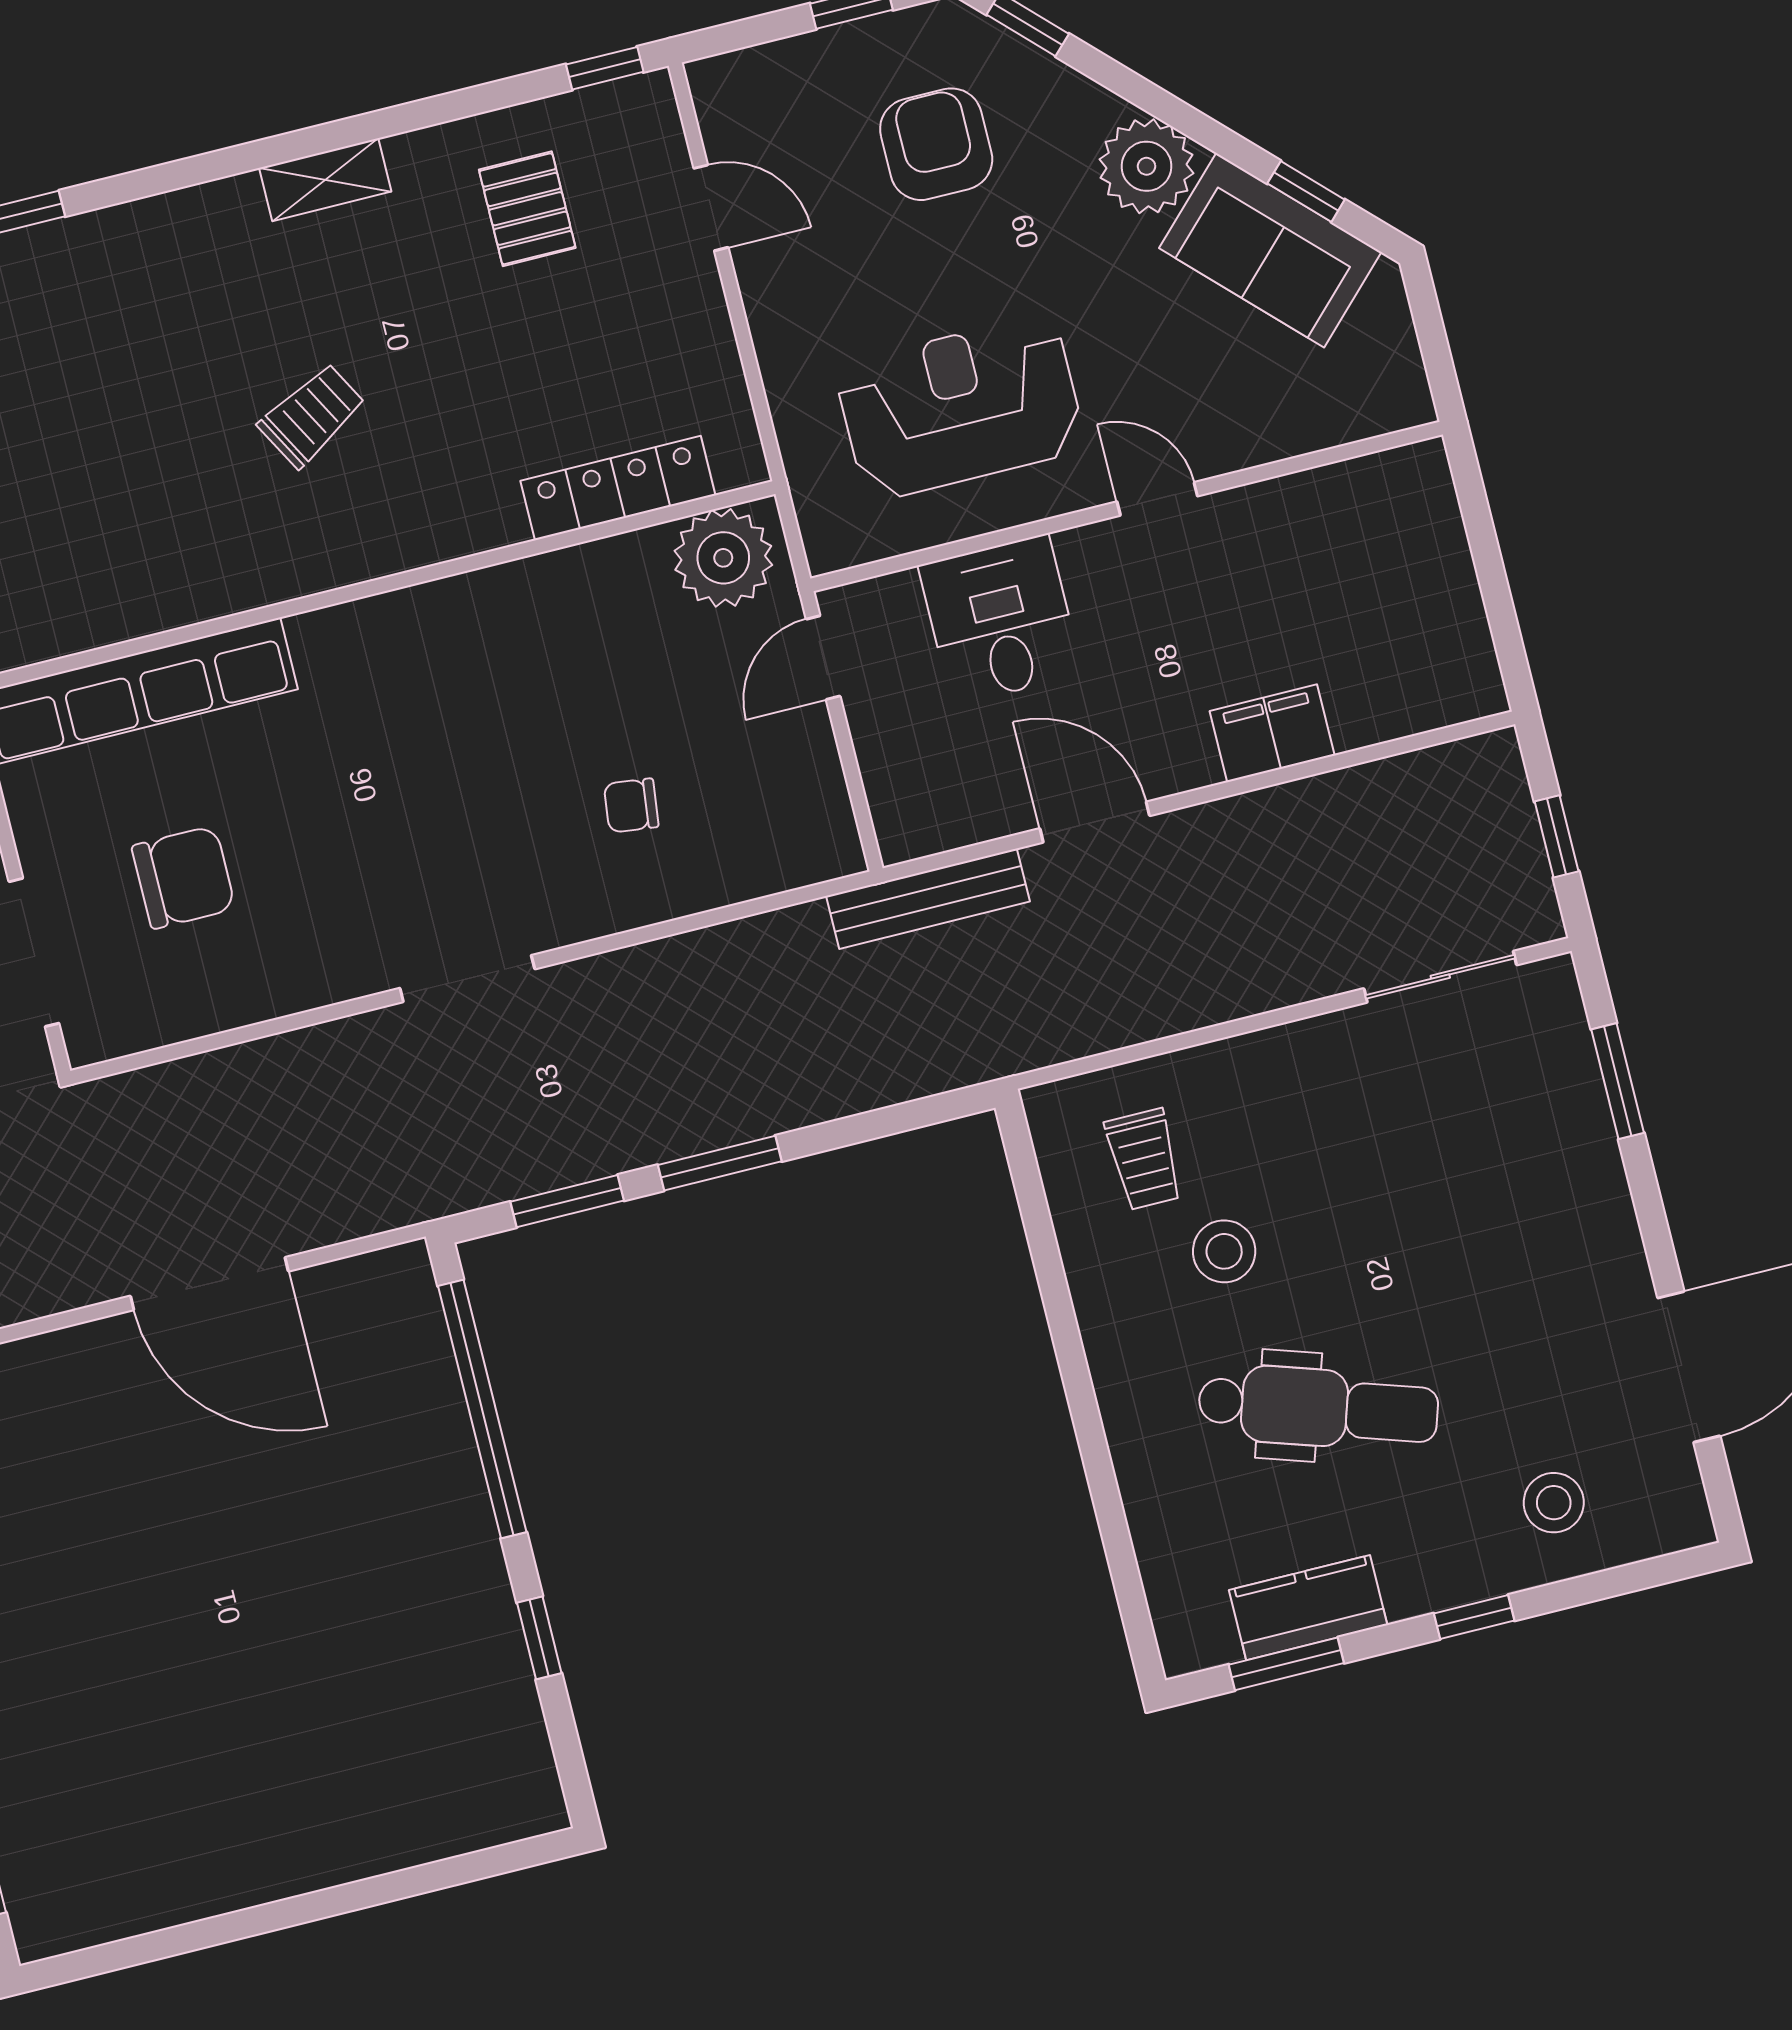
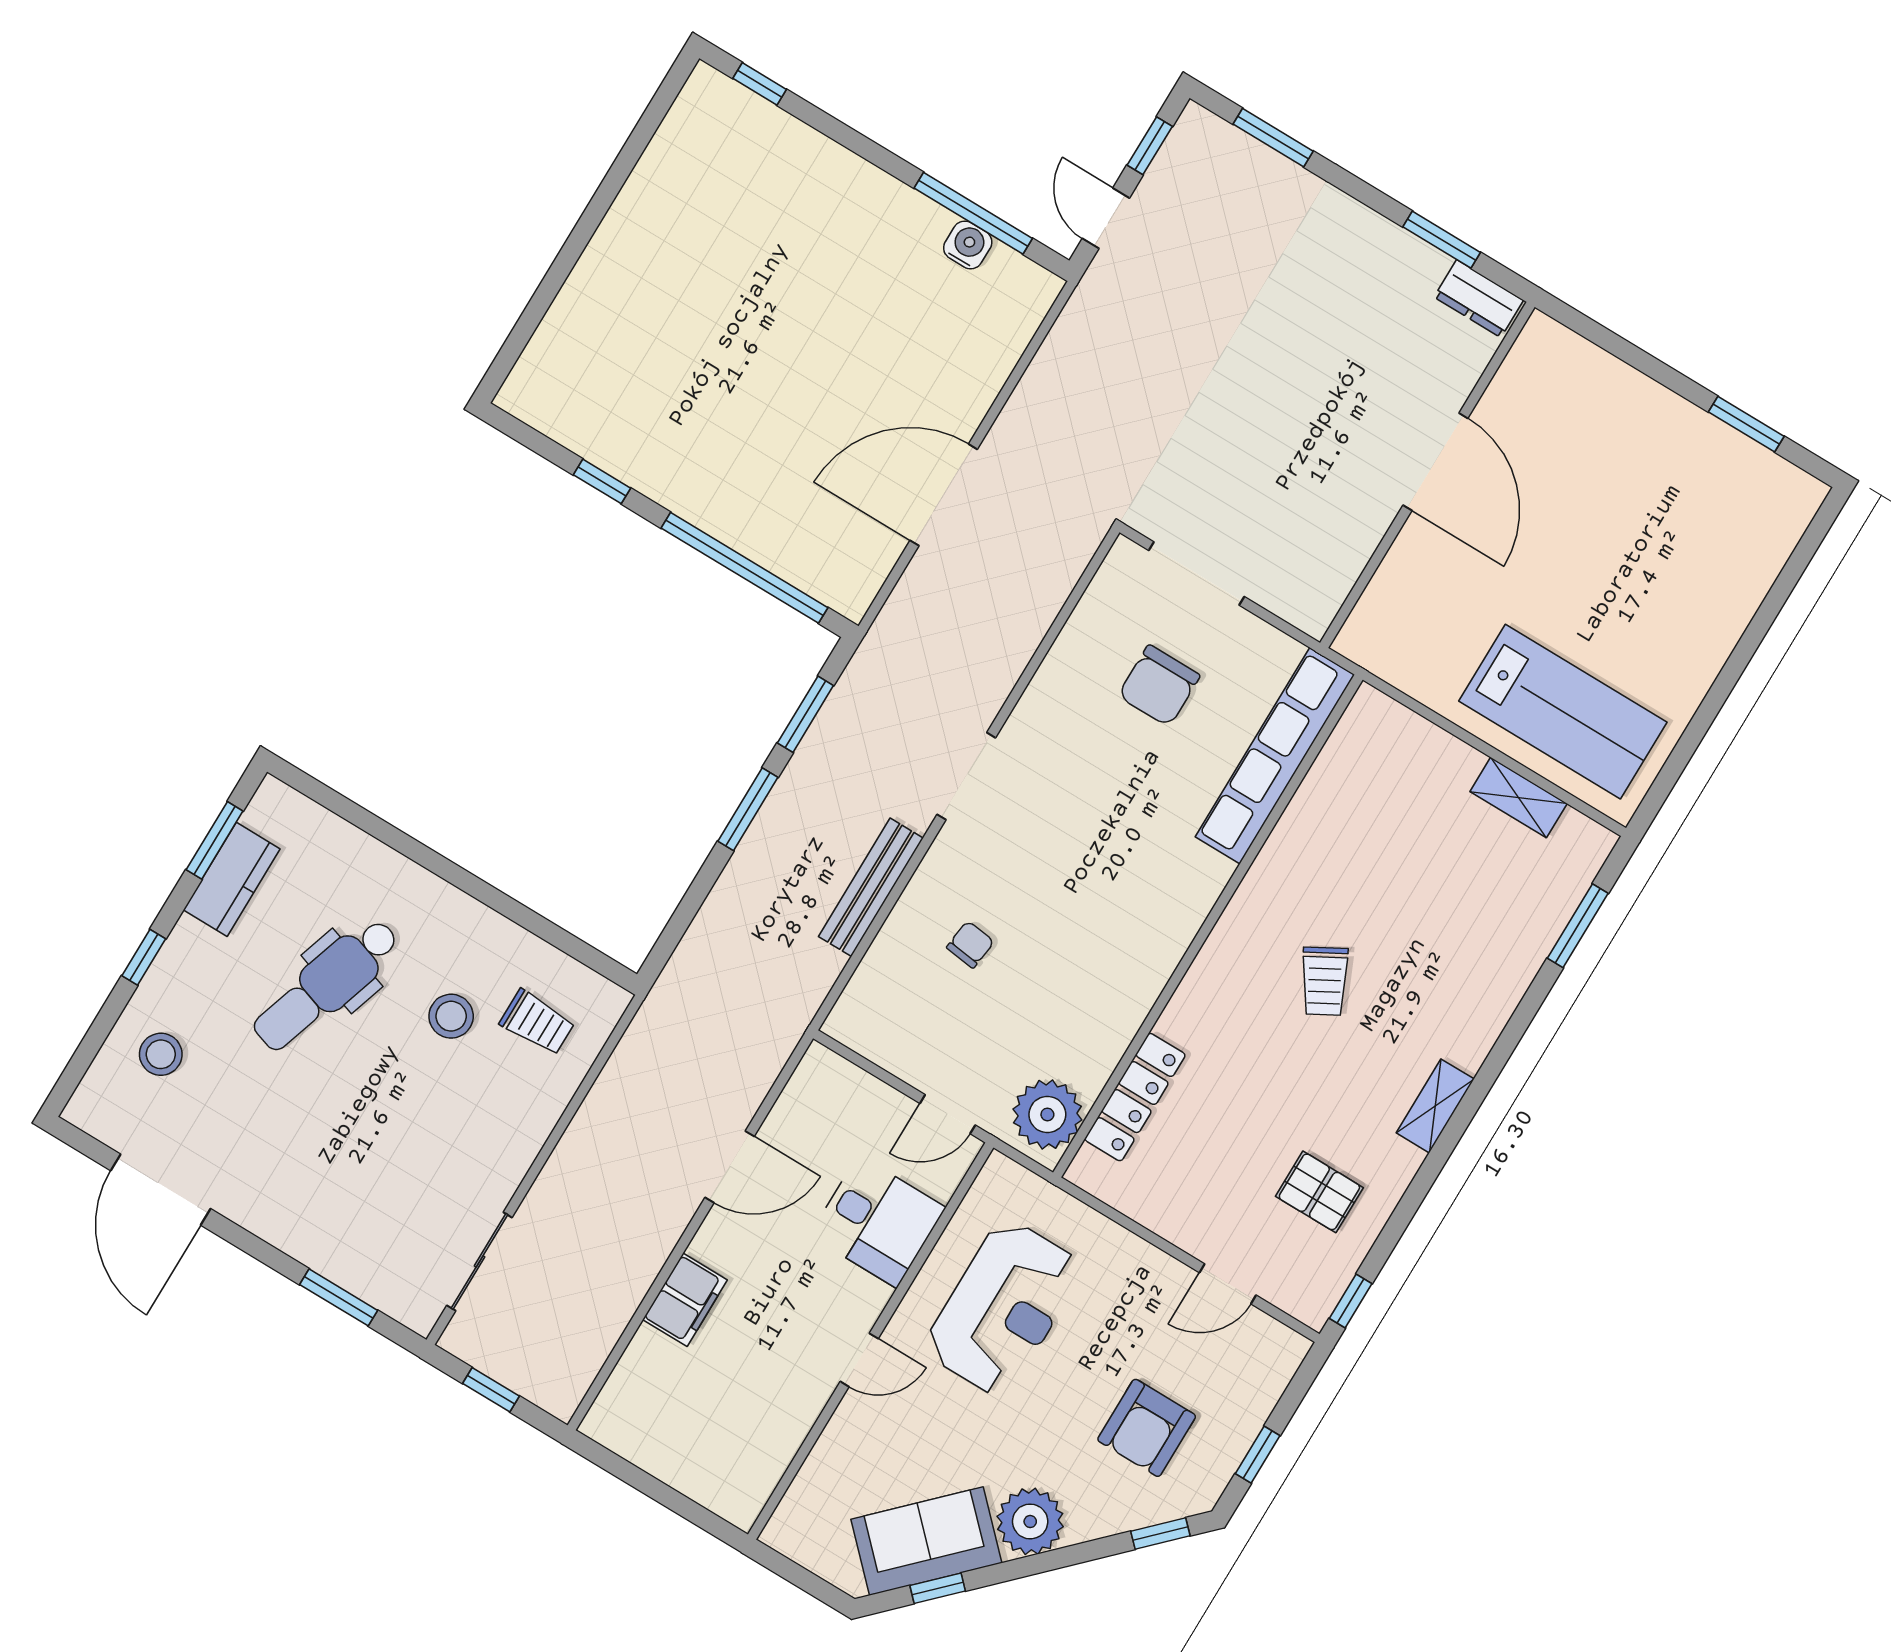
armchair: (936, 144) -> (1147, 1428), turned 90
door: (823, 658) -> (948, 1114), swing flipped
bench: (928, 899) -> (871, 887), moved
trolley: (1144, 1159) -> (537, 1023), turned 180

